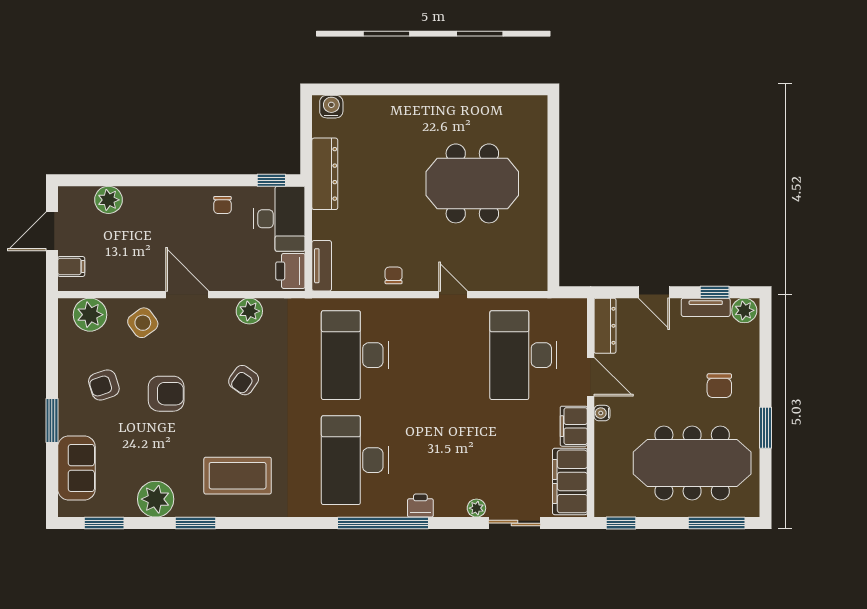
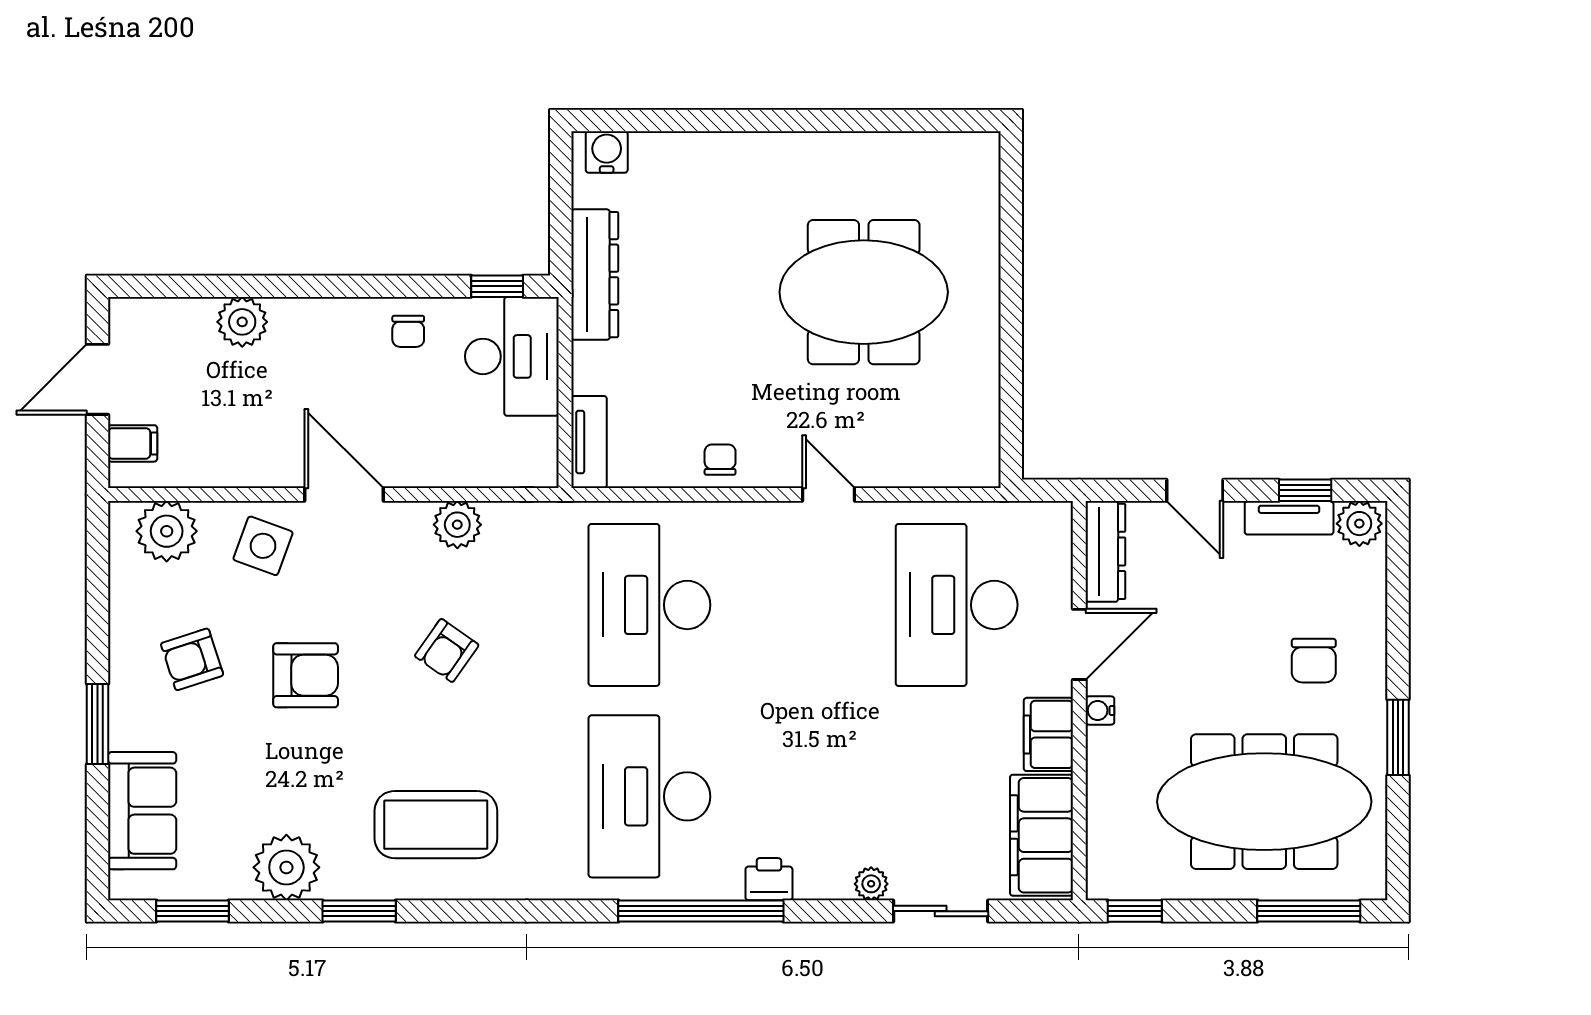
plant: (108, 200) -> (242, 322), moved
printer: (290, 271) -> (532, 452), removed
side table: (143, 323) -> (263, 546), turned -34
door: (591, 377) -> (1079, 644), hinge flipped

